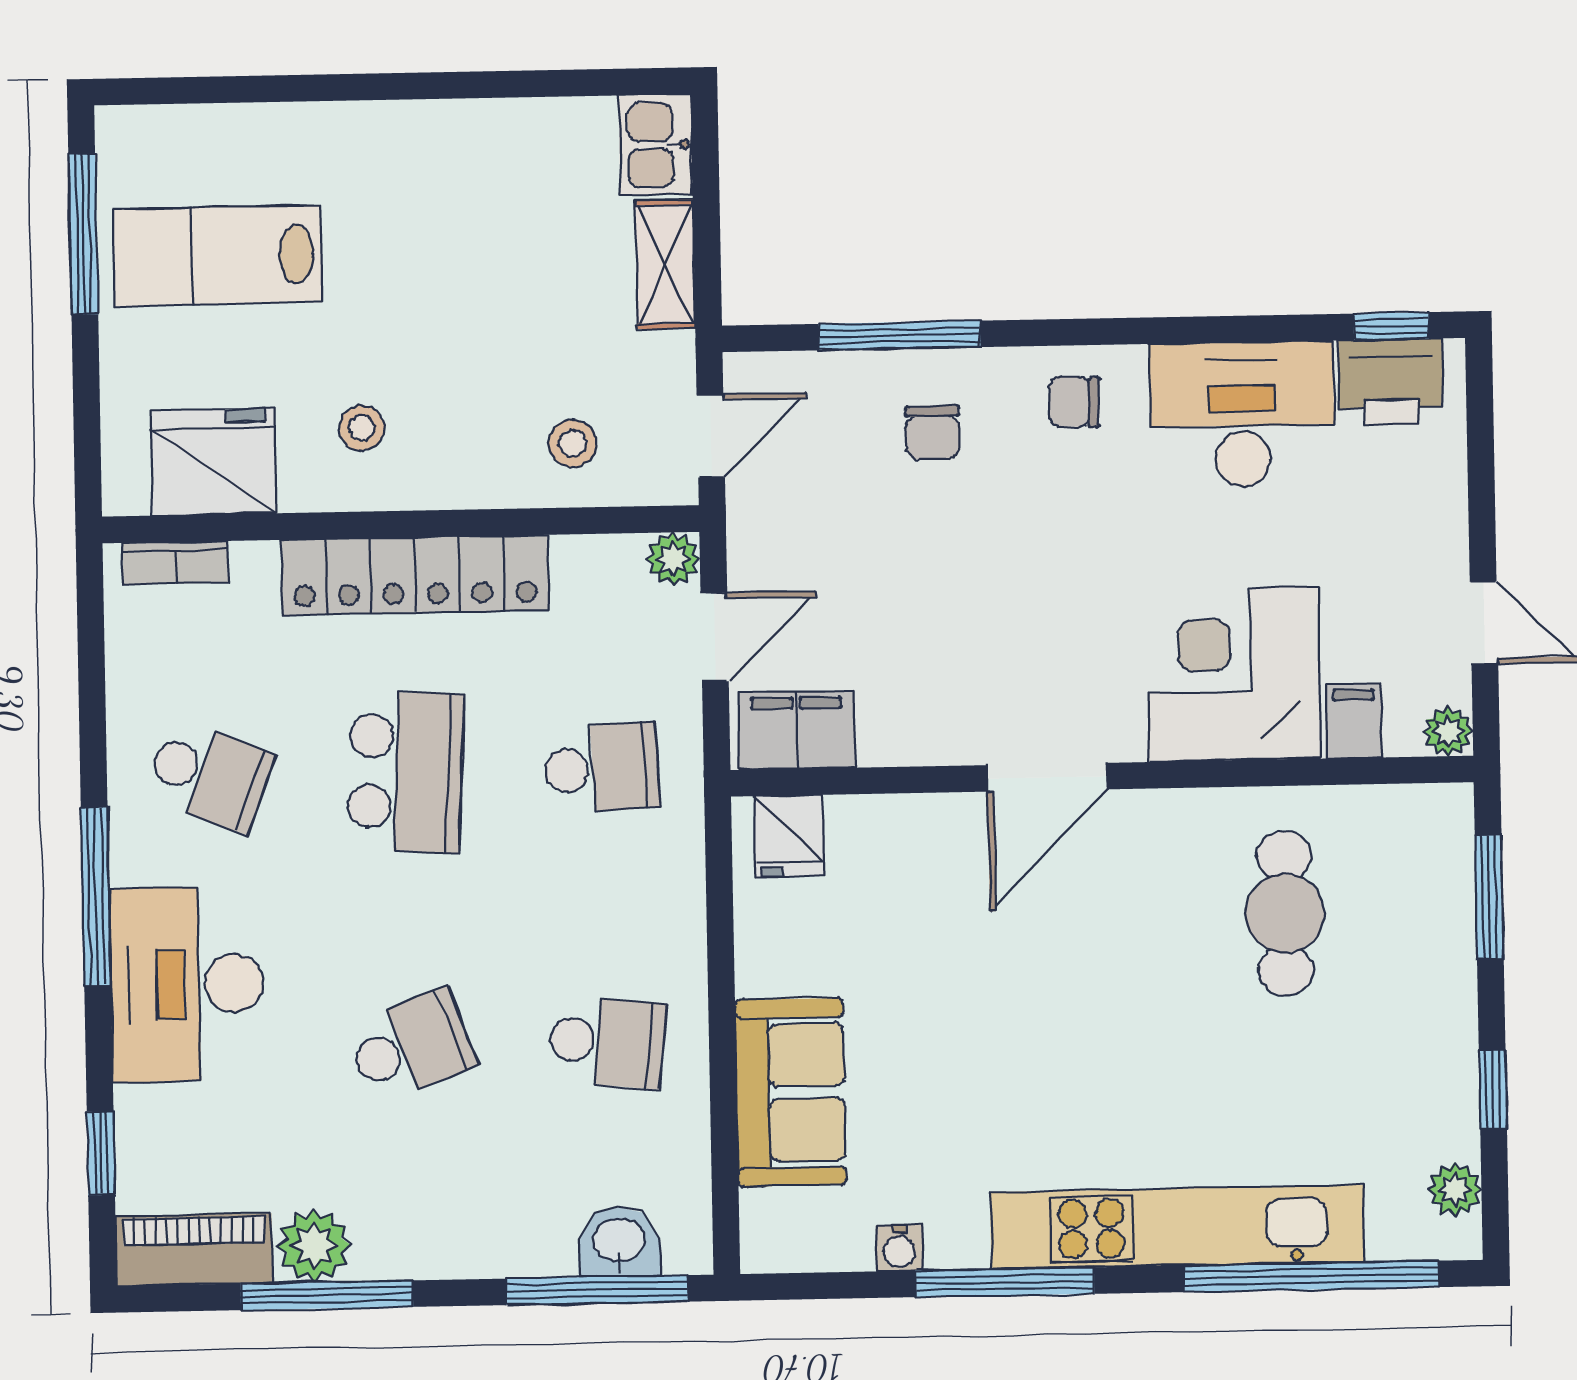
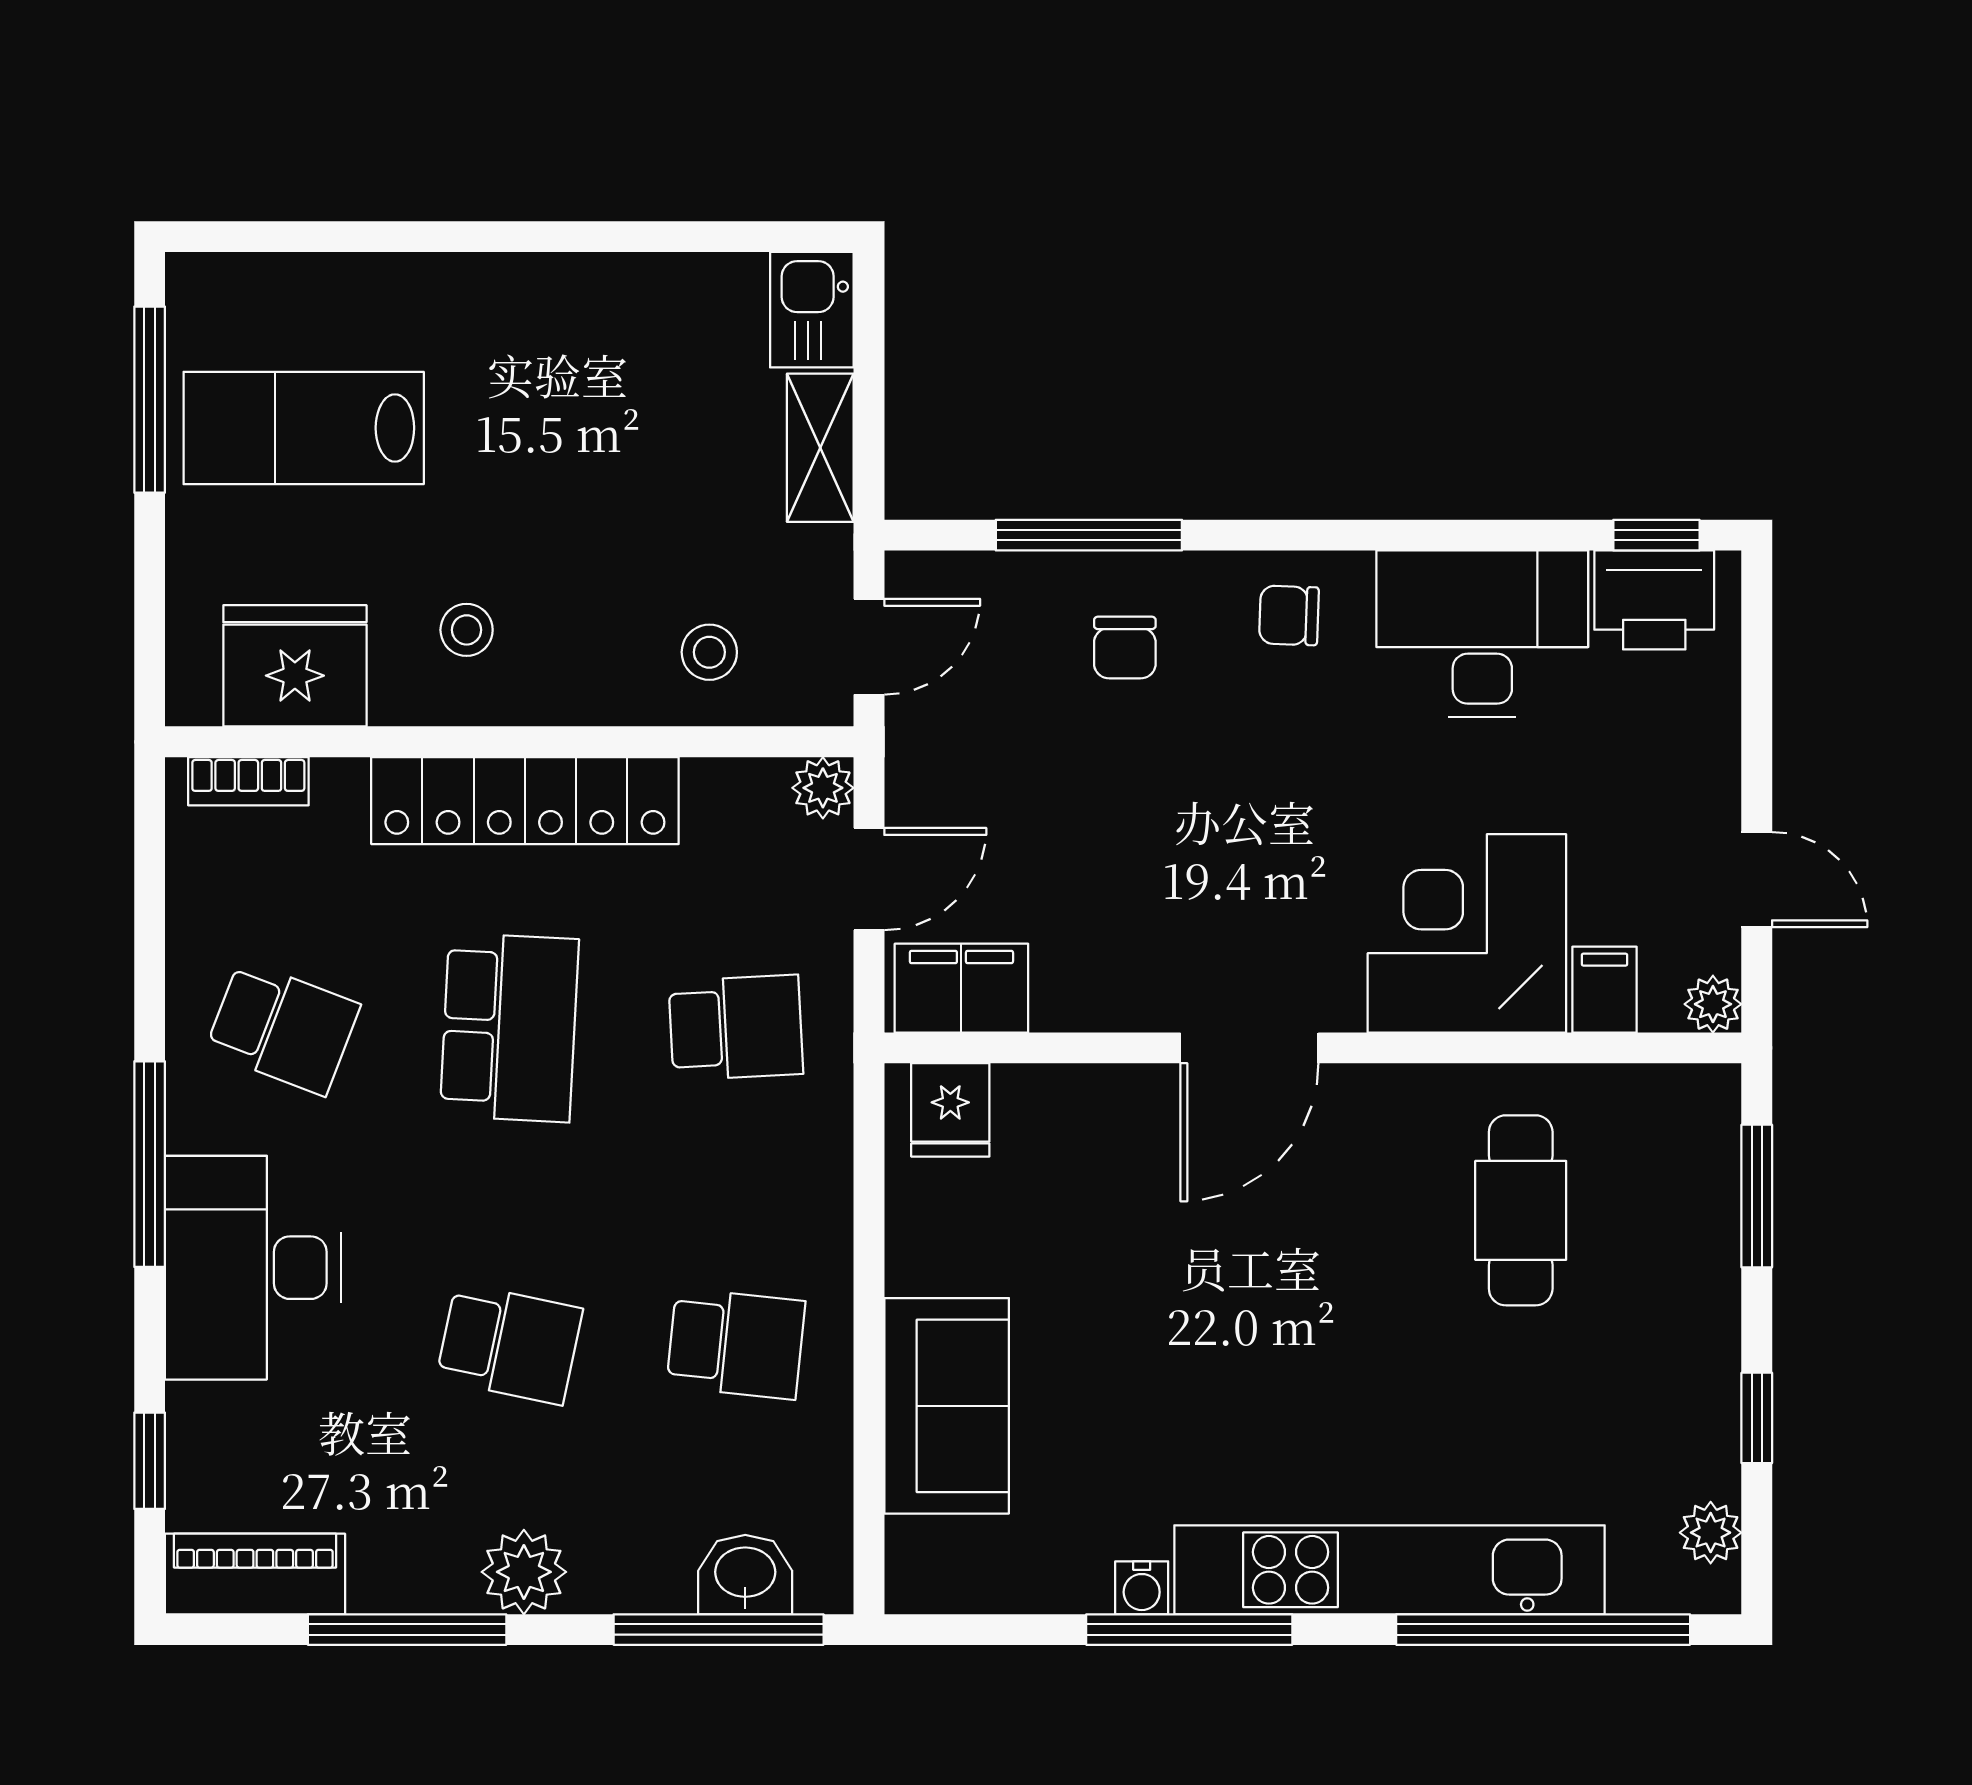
school desk: (411, 1046) -> (509, 1344), turned 33
plant: (314, 1246) -> (524, 1572), moved
water cooler: (899, 1248) -> (1142, 1588), moved

